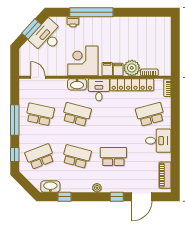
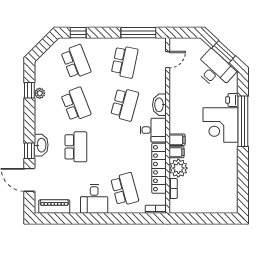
corner desk: (83, 61) -> (221, 125), moved, turned 180
window: (15, 120) -> (138, 33), moved
school desk: (77, 157) -> (76, 104), turned -36
washbasin: (50, 186) -> (41, 145), moved
plant: (97, 188) -> (40, 93), moved

